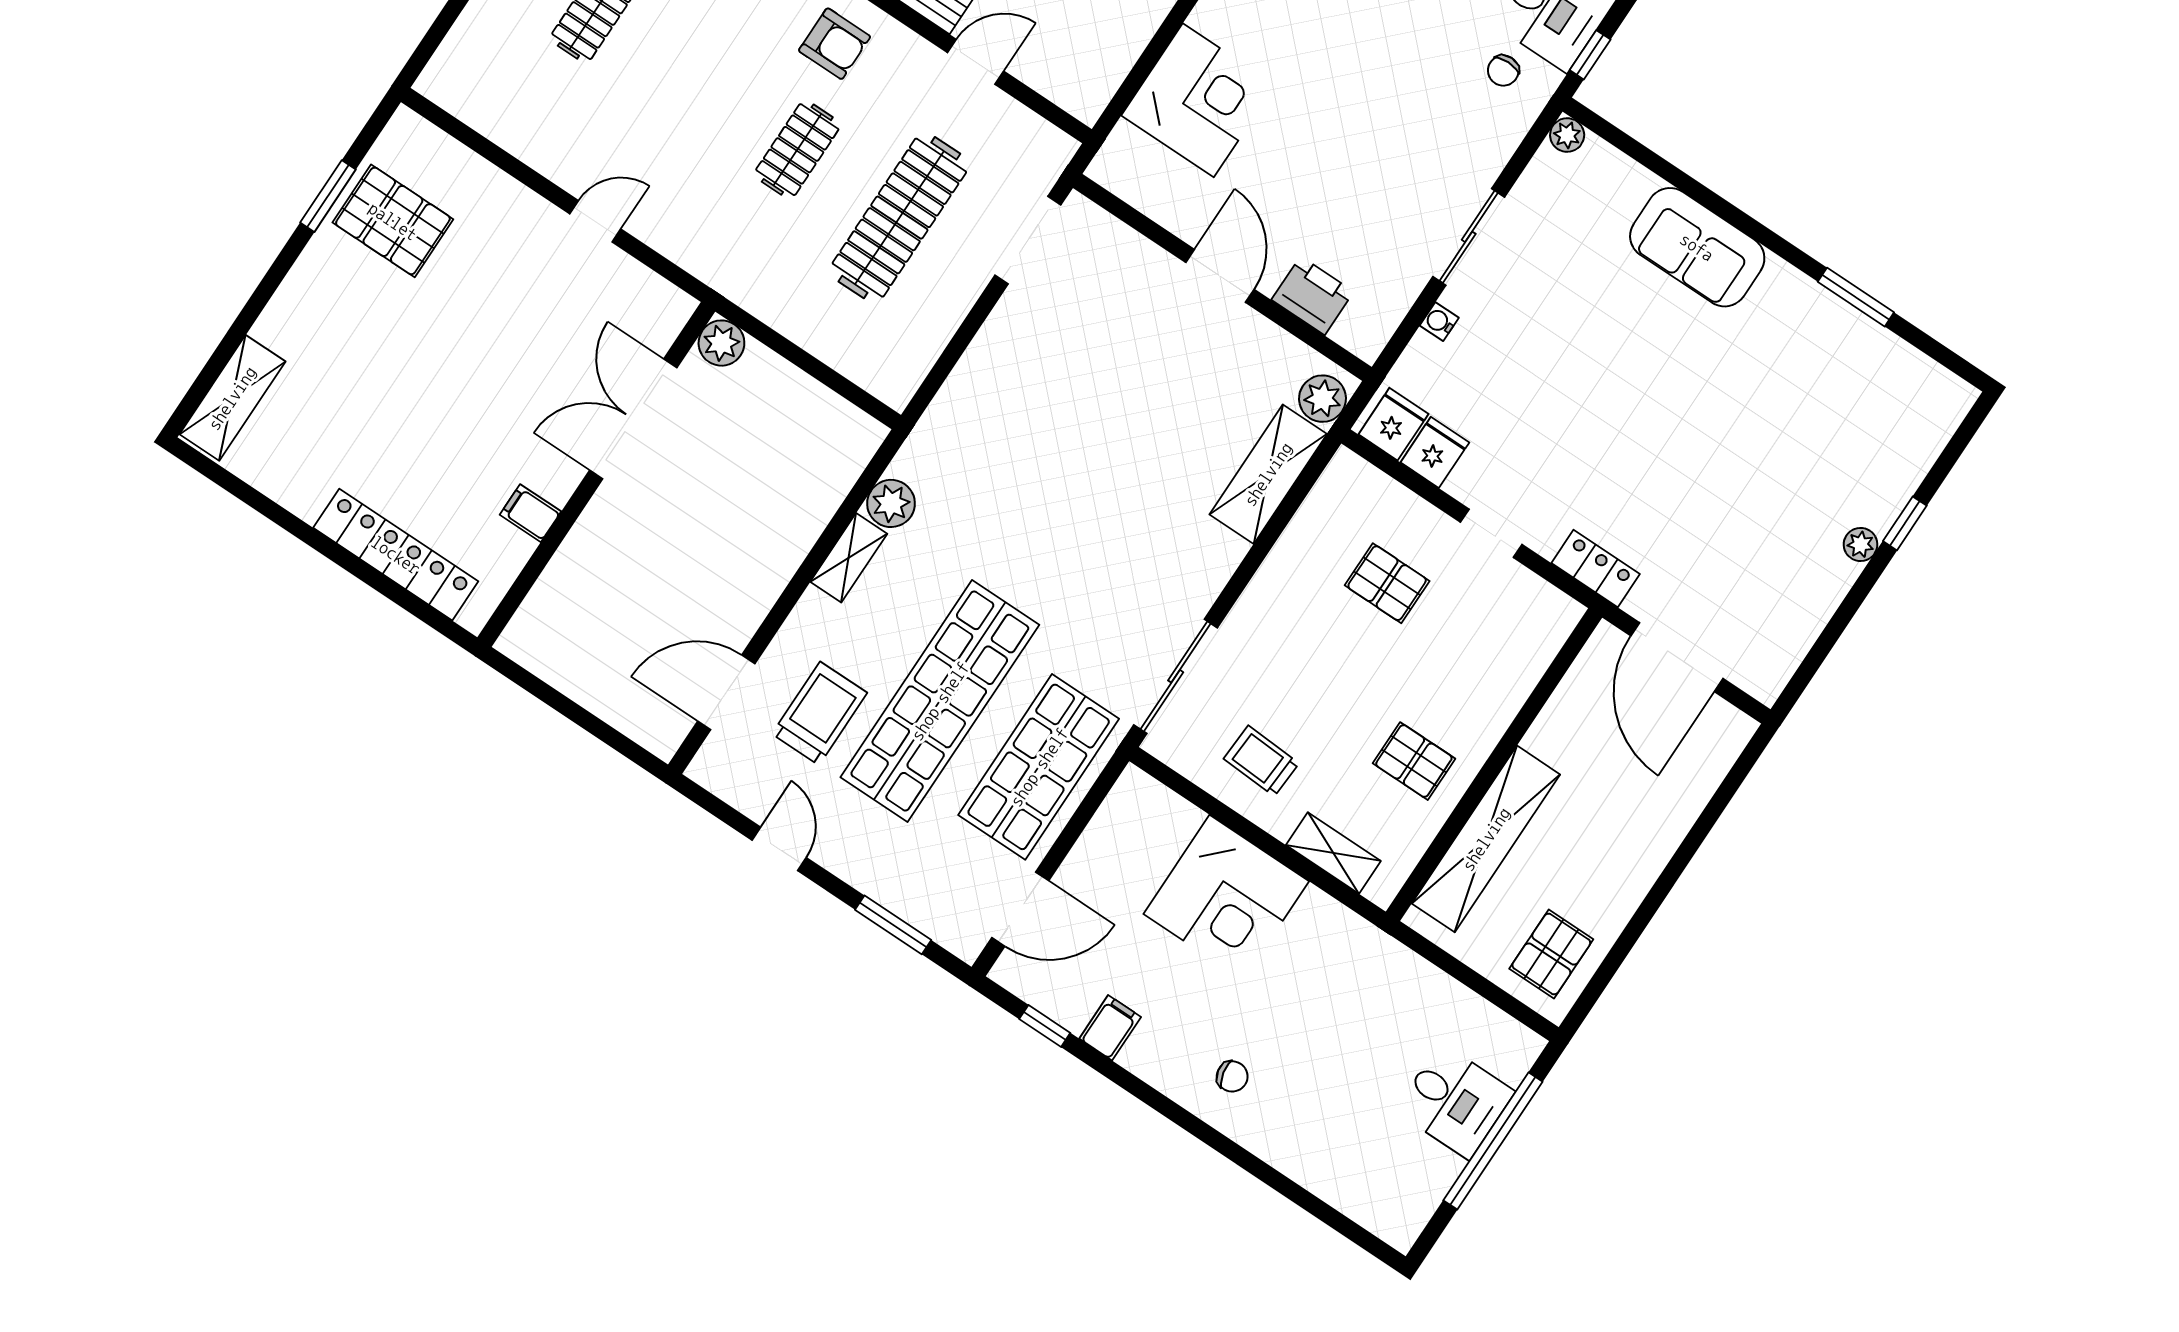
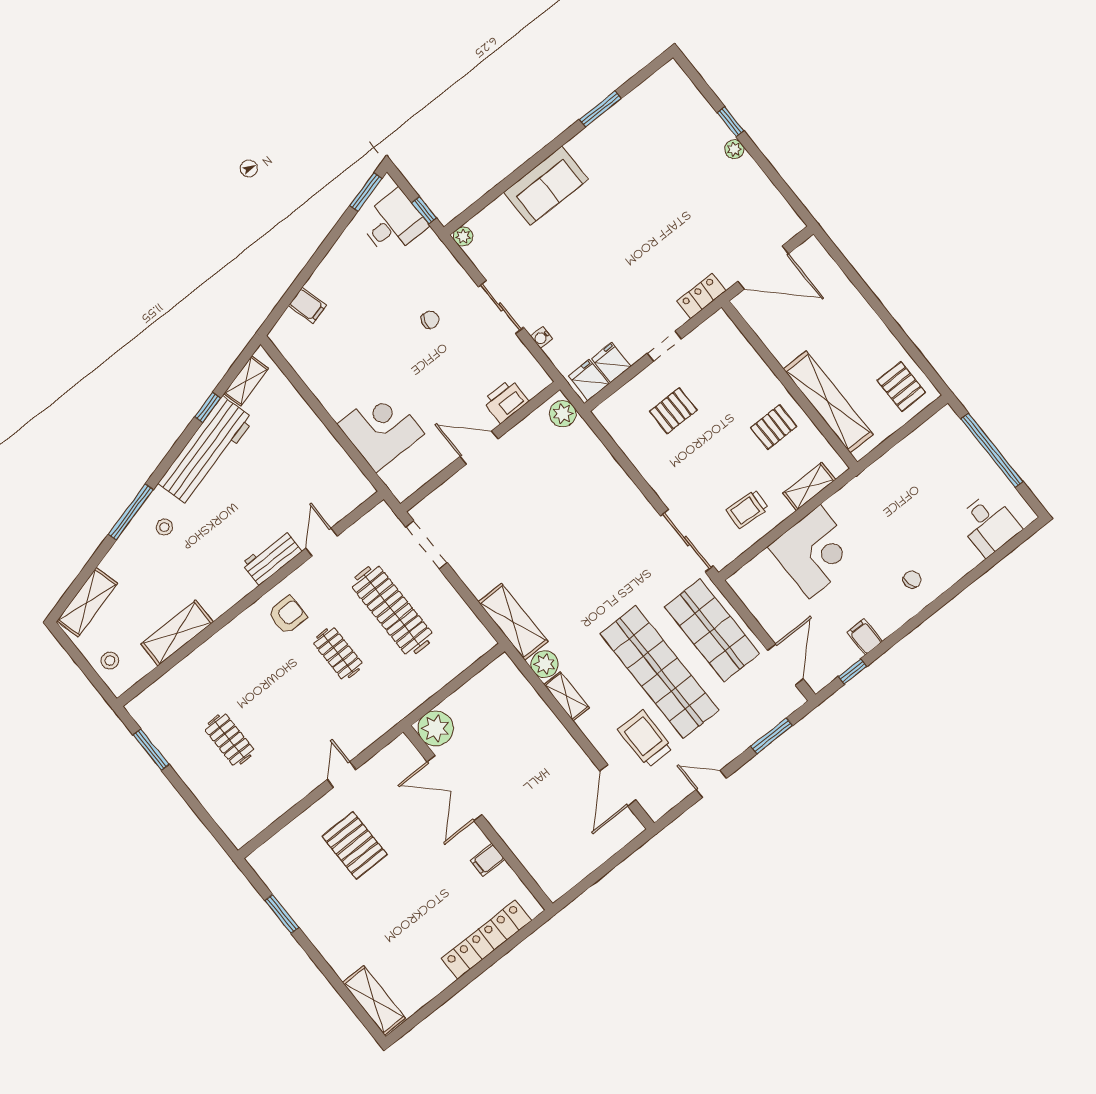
chair: (1503, 71) -> (430, 320), moved, turned -76
pallet: (393, 221) -> (355, 845), moved, turned 90
plant: (721, 343) -> (436, 728), width x1.36, depth x1.36
shelving: (1268, 474) -> (513, 622), moved
desk: (1455, 1101) -> (989, 524), moved, turned 90

